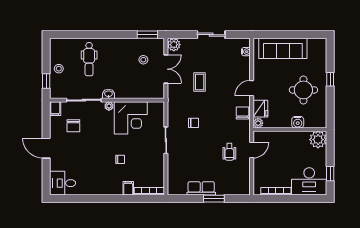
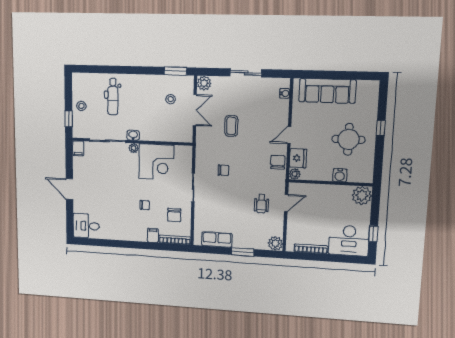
chair: (73, 126) -> (174, 215), moved
row of seats: (201, 188) -> (217, 240), moved
plant: (244, 188) -> (275, 243), added

